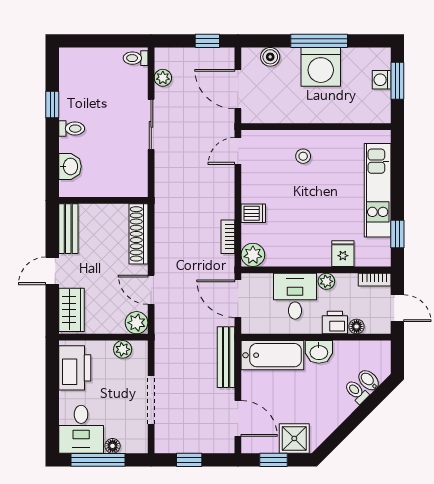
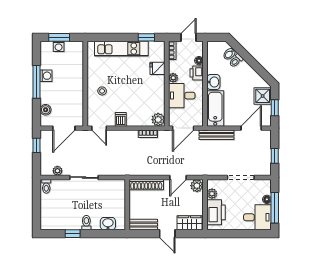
washing machine: (321, 67) -> (46, 76), width x0.53, depth x0.53
dishwasher: (253, 213) -> (121, 119), moved
printer: (75, 368) -> (216, 212), moved, turned 90

